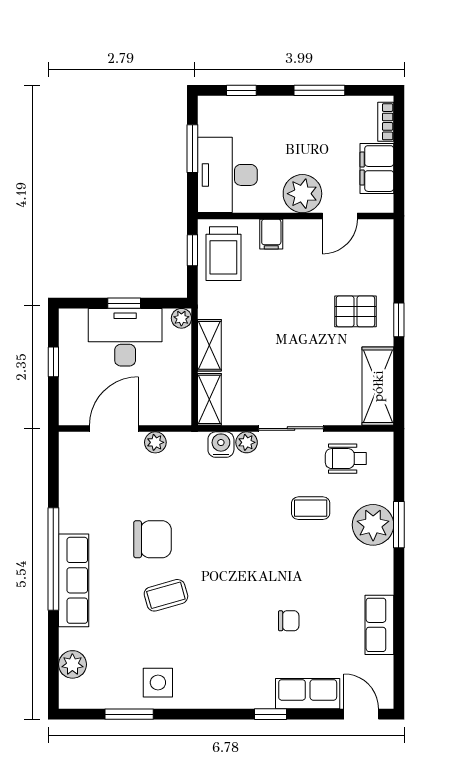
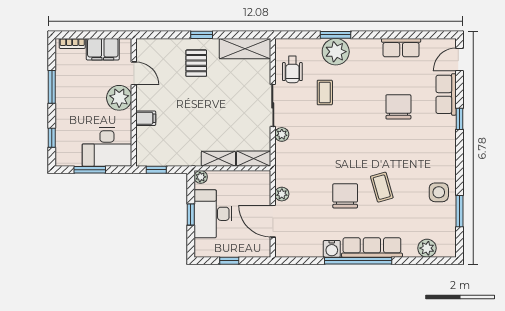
trolley: (223, 254) -> (158, 149), removed
water cooler: (221, 445) -> (332, 249), moved, turned -90
chair: (289, 621) -> (398, 107), width x1.87, depth x1.87

